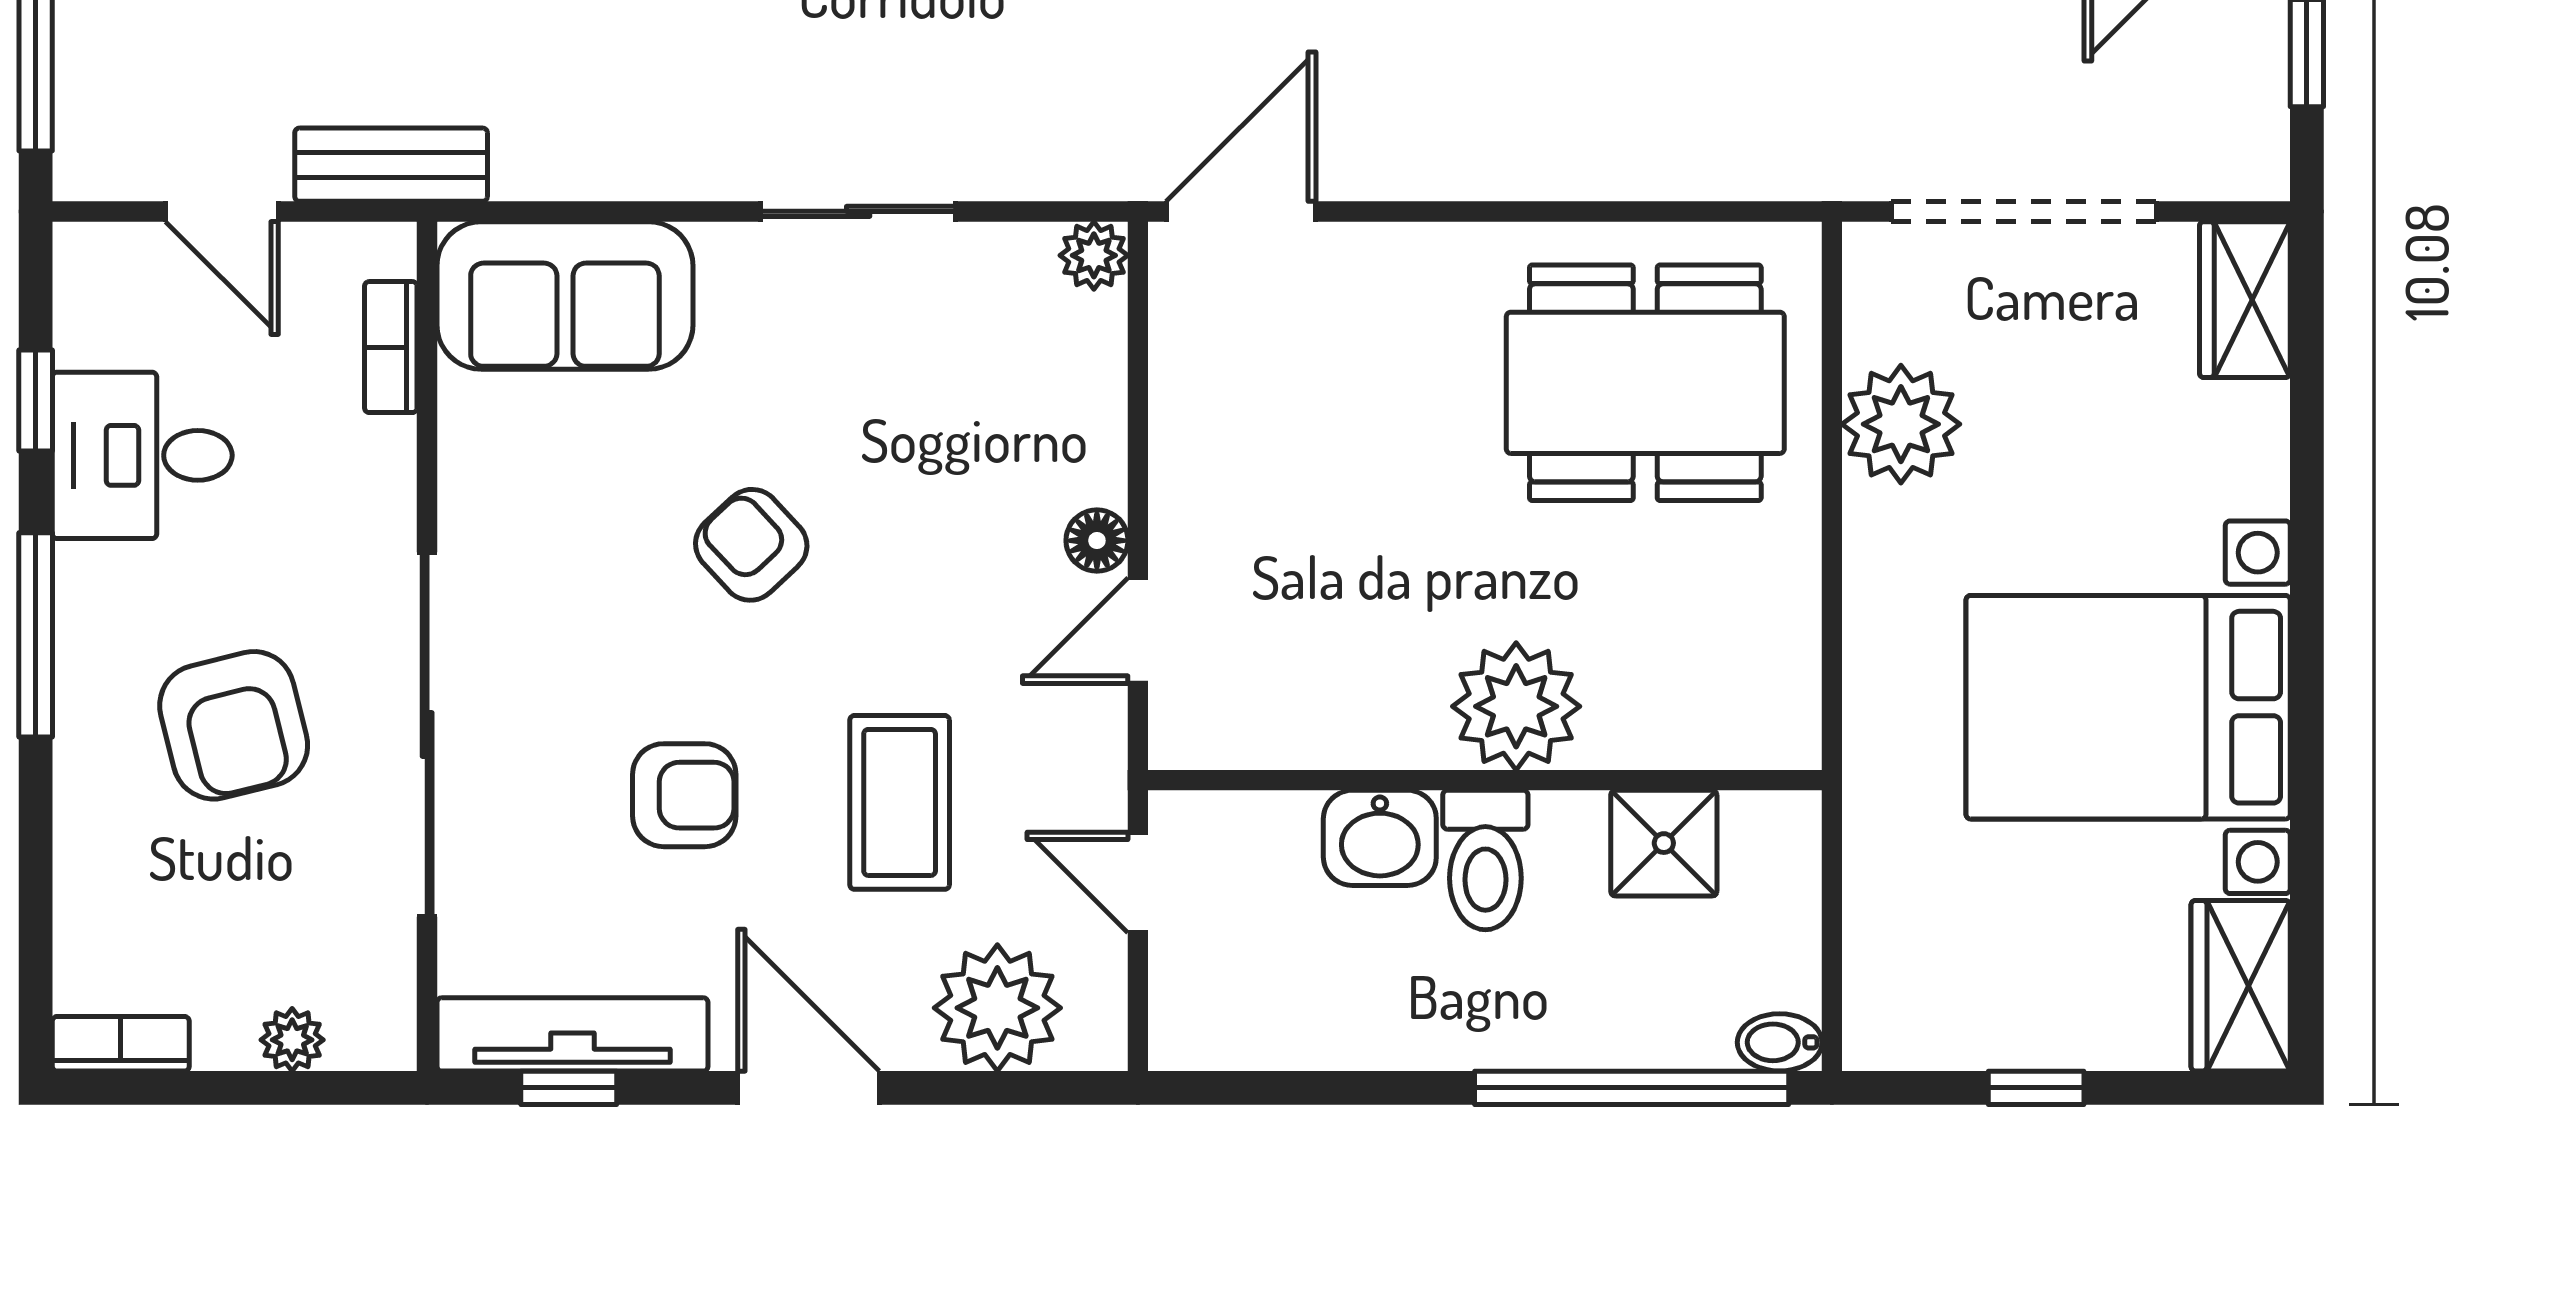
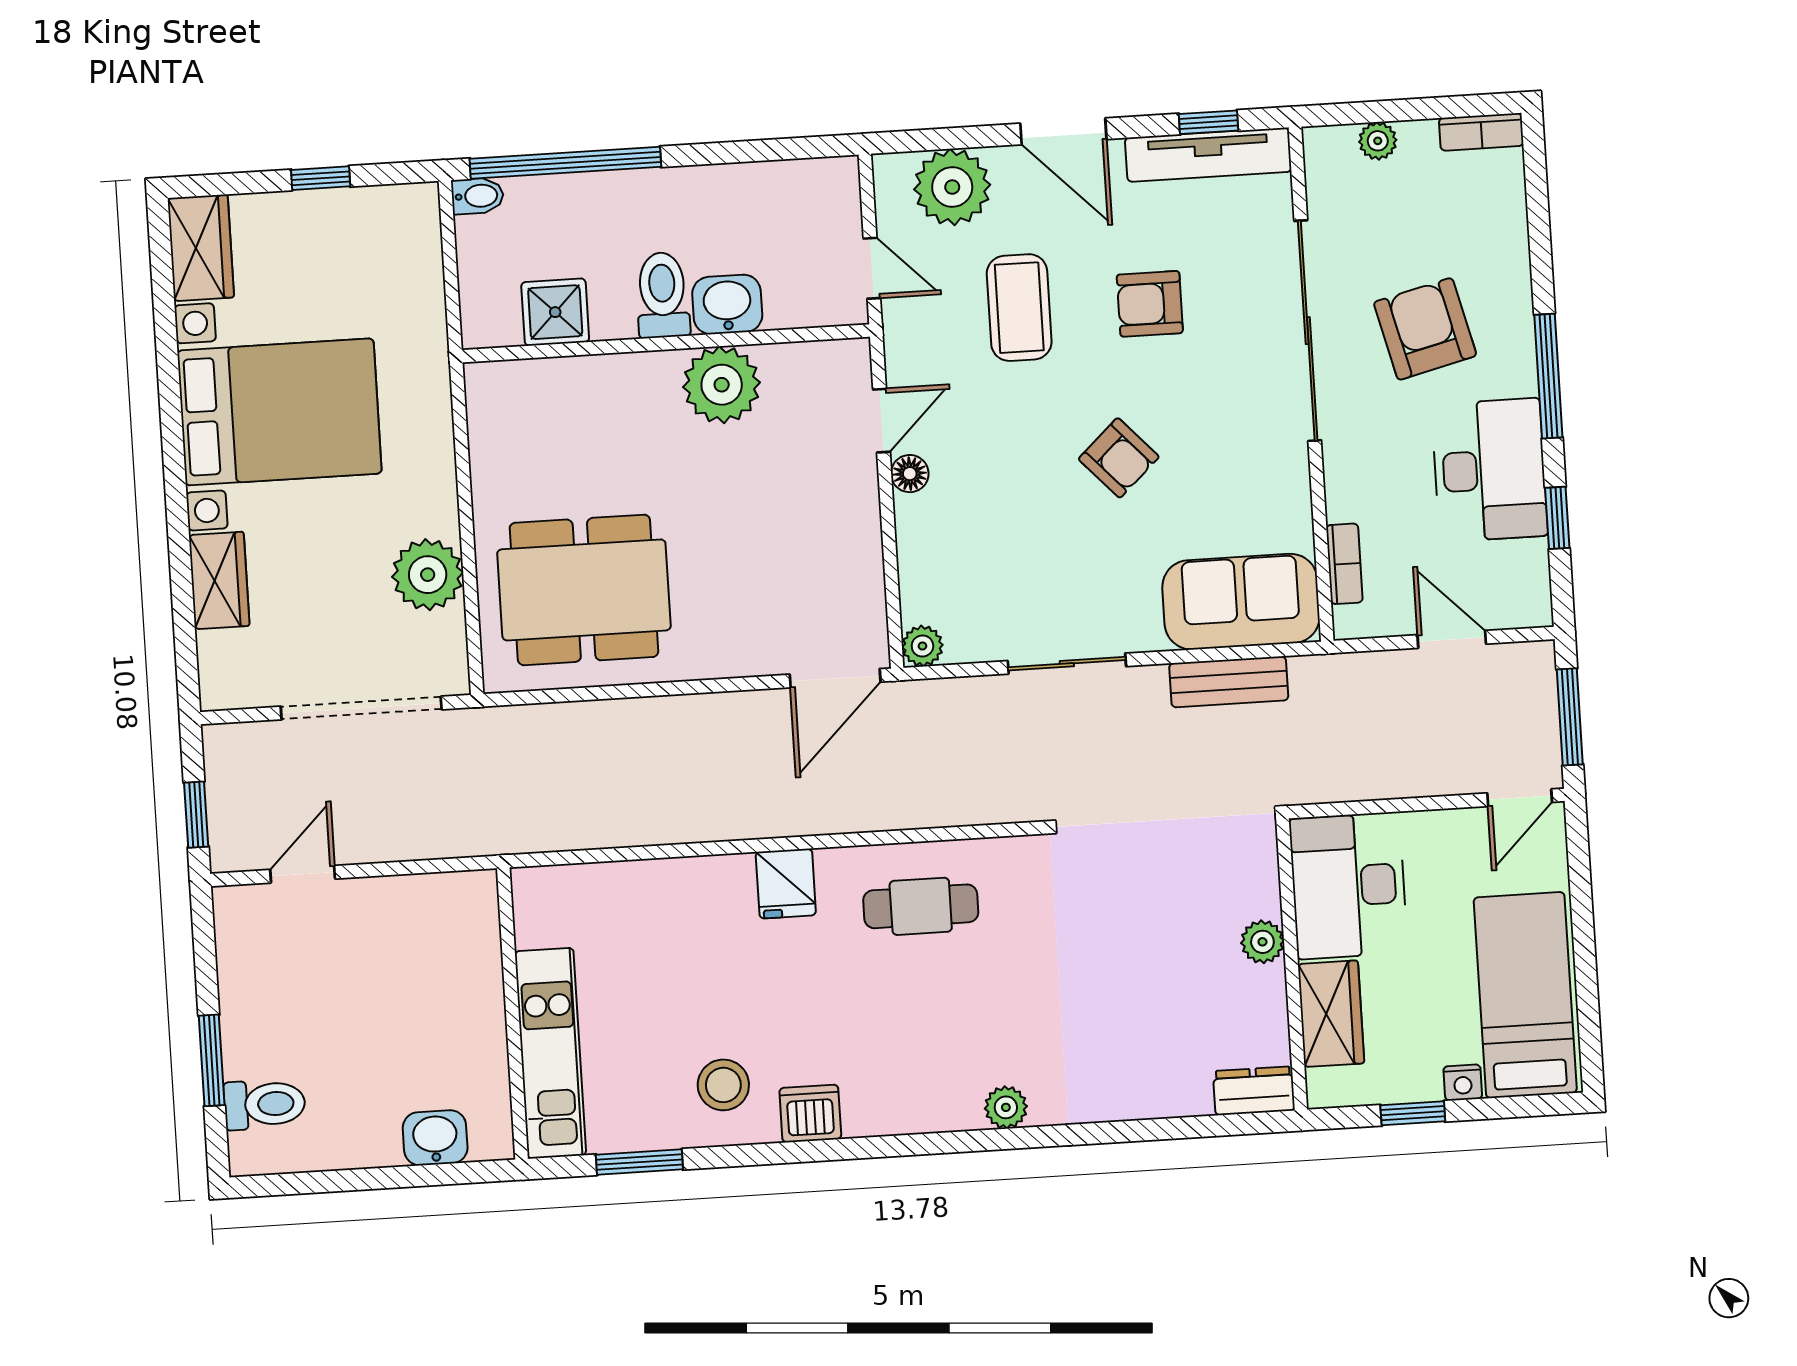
bench: (391, 165) -> (1229, 682), moved
wardrobe: (2245, 300) -> (219, 580), moved
desk: (142, 455) -> (1490, 470), width x1.37
plant: (1516, 706) -> (722, 385), moved

